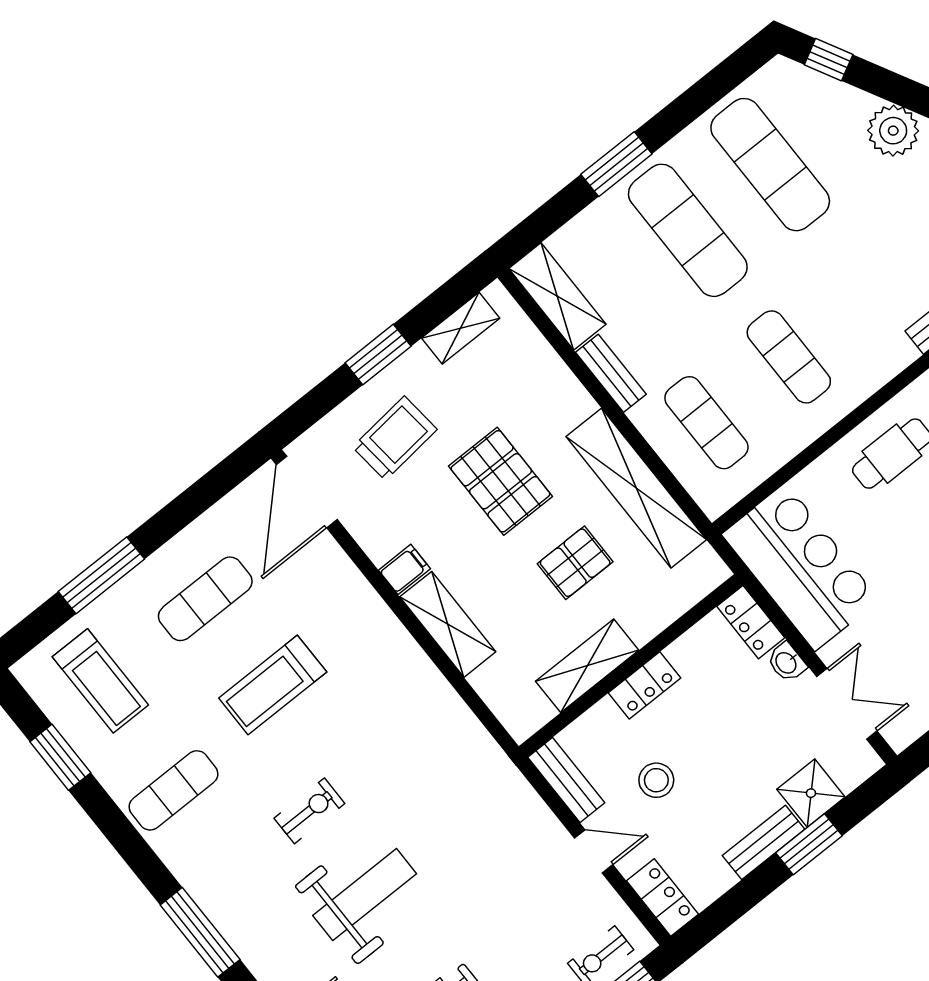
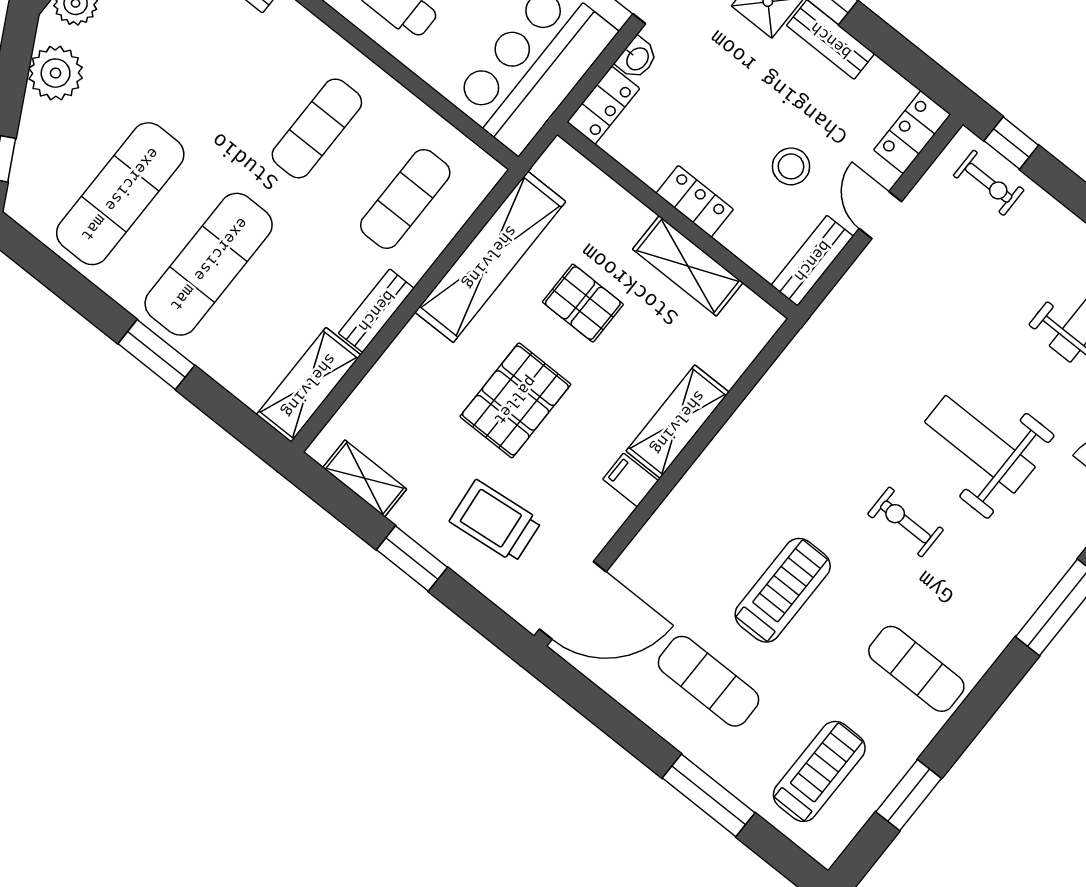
treadmill: (273, 685) -> (783, 590), turned -90

